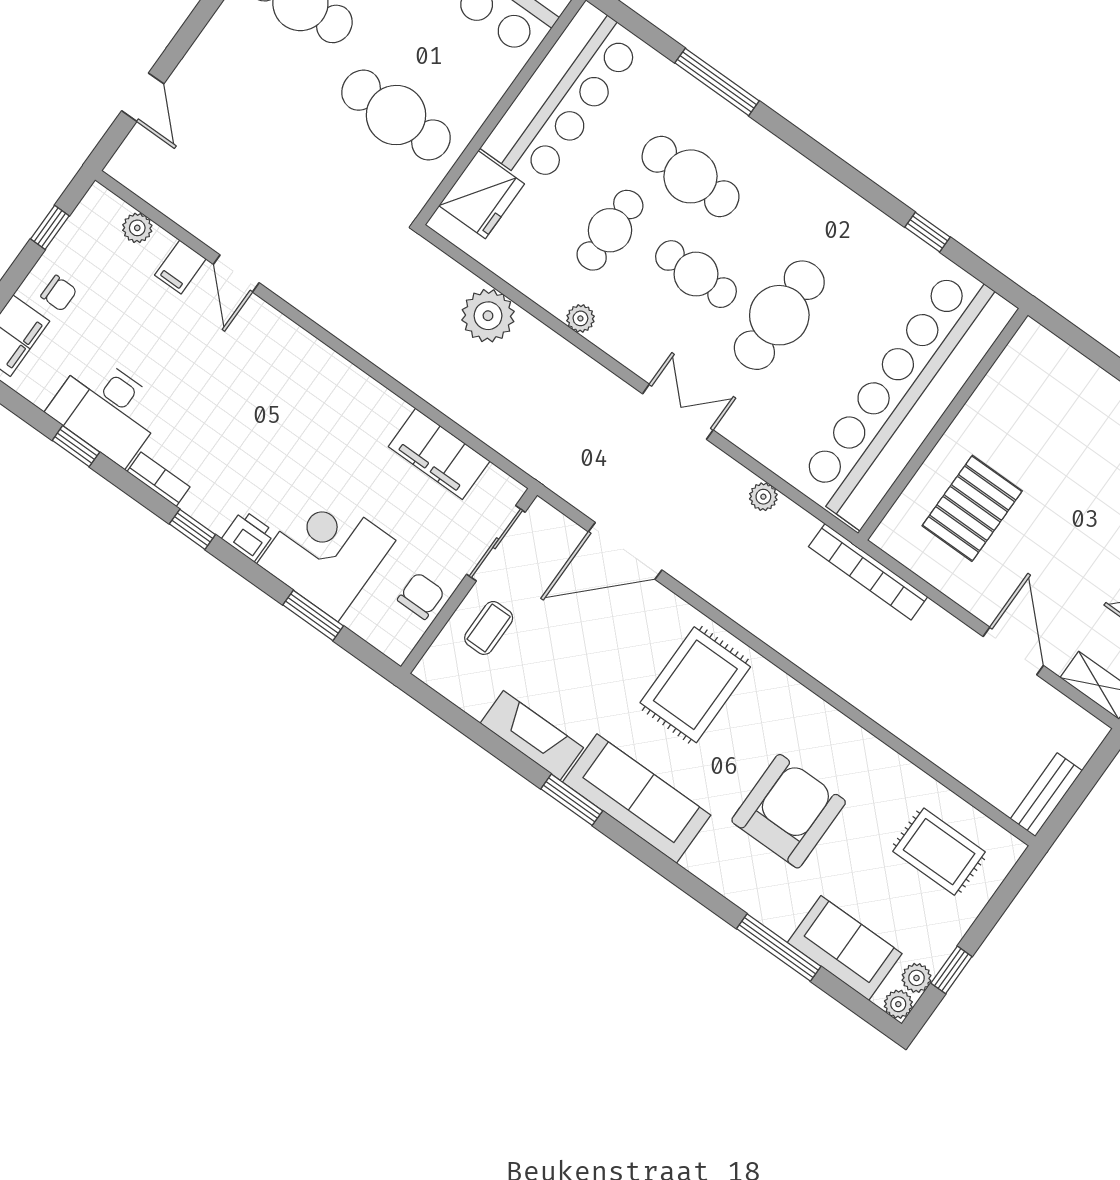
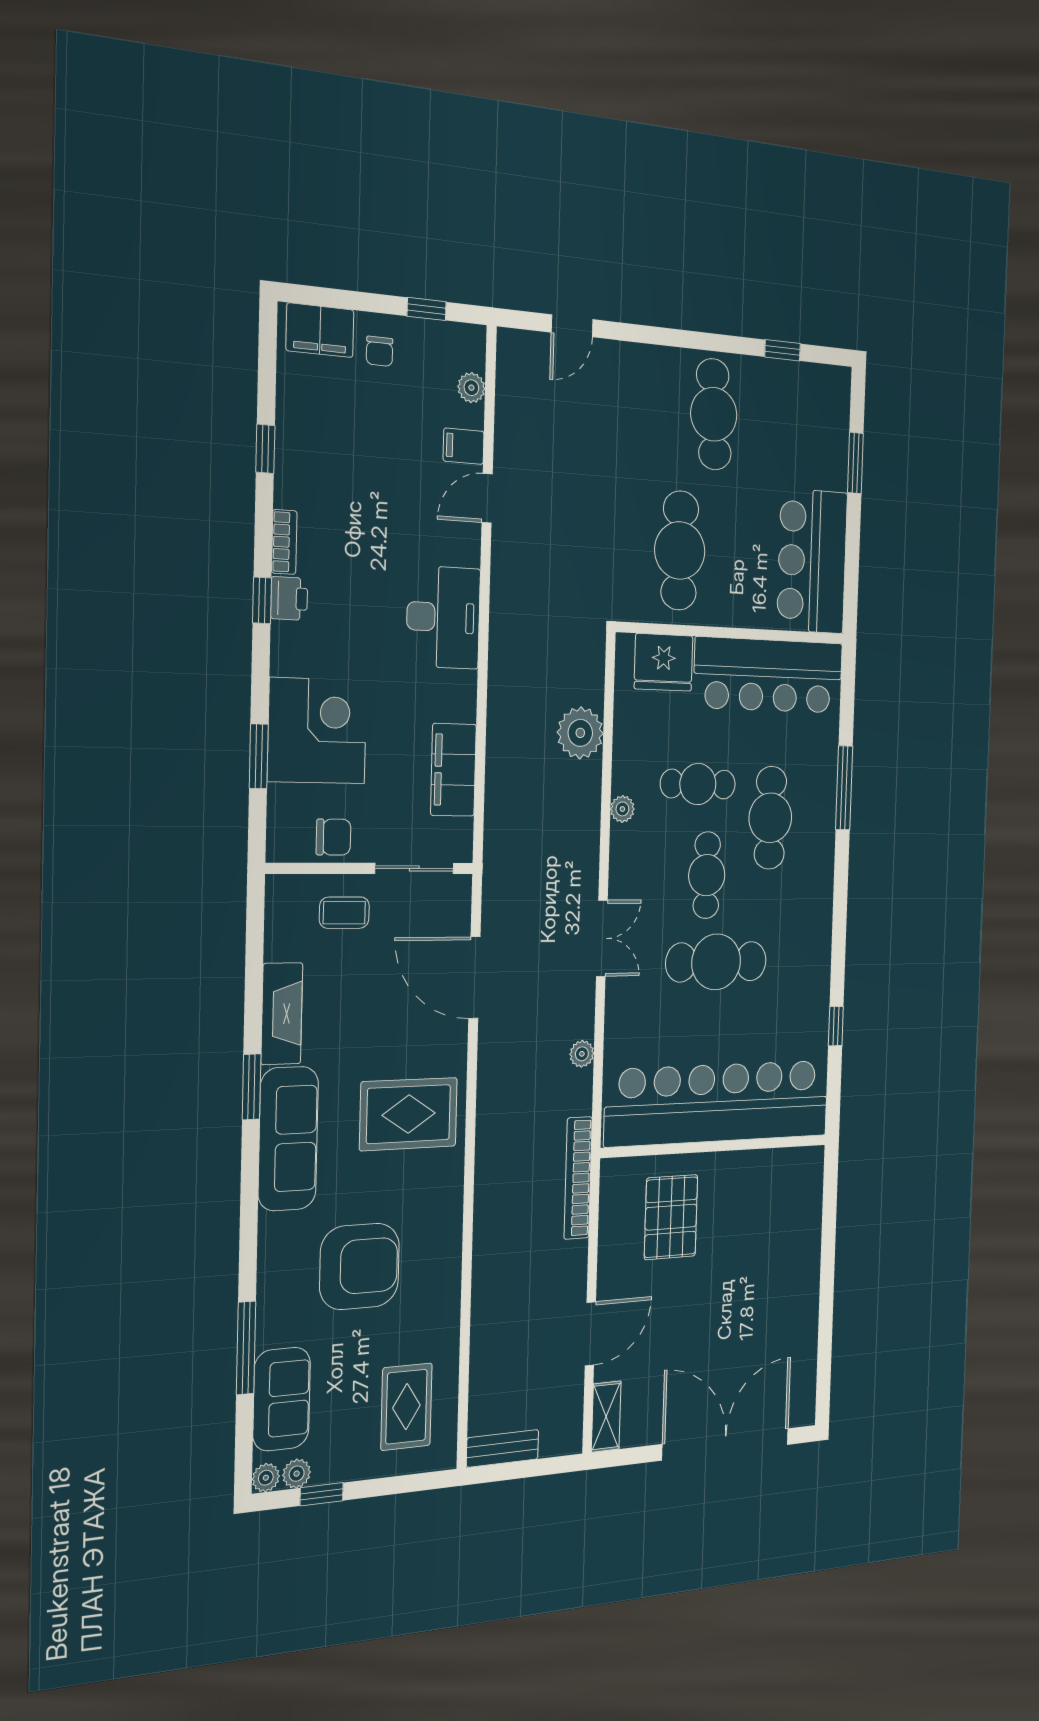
desk: (107, 409) -> (443, 617), moved, turned 180
pallet: (972, 508) -> (671, 1217), turned 90
printer: (248, 536) -> (289, 598), moved

